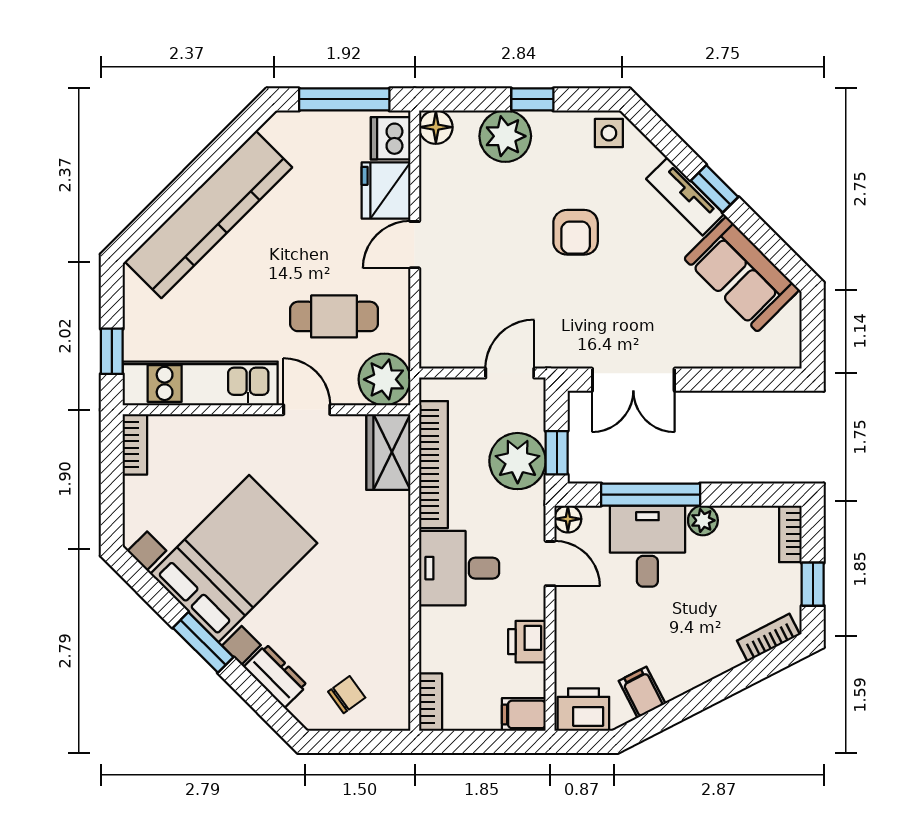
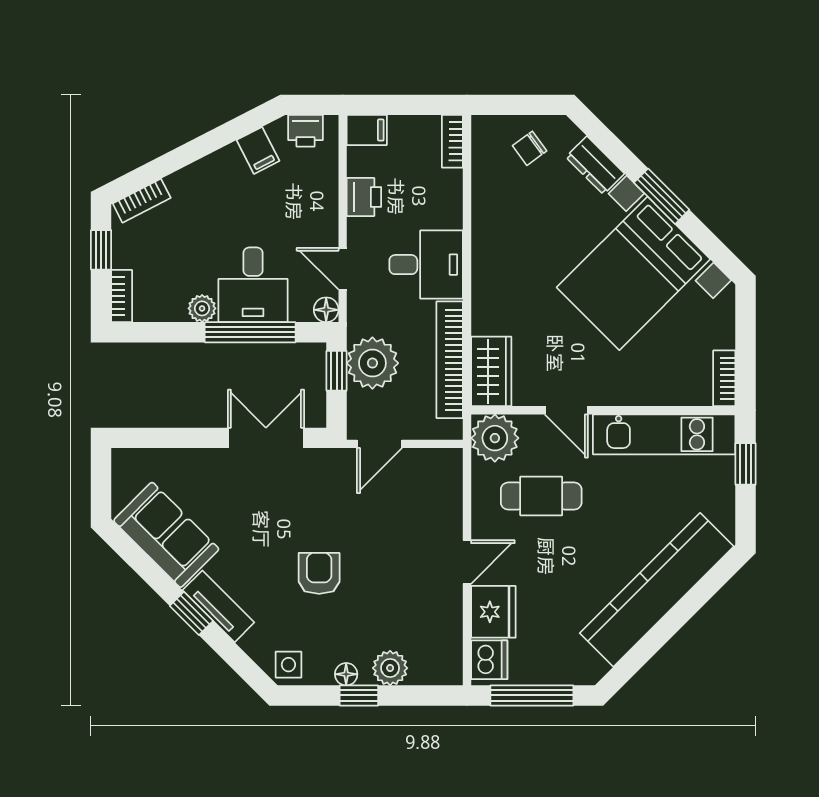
floor lamp: (436, 127) -> (346, 674), moved, width x0.73, depth x0.73
plant: (505, 136) -> (390, 668), width x0.73, depth x0.73
printer: (583, 710) -> (306, 131), width x0.73, depth x0.81

